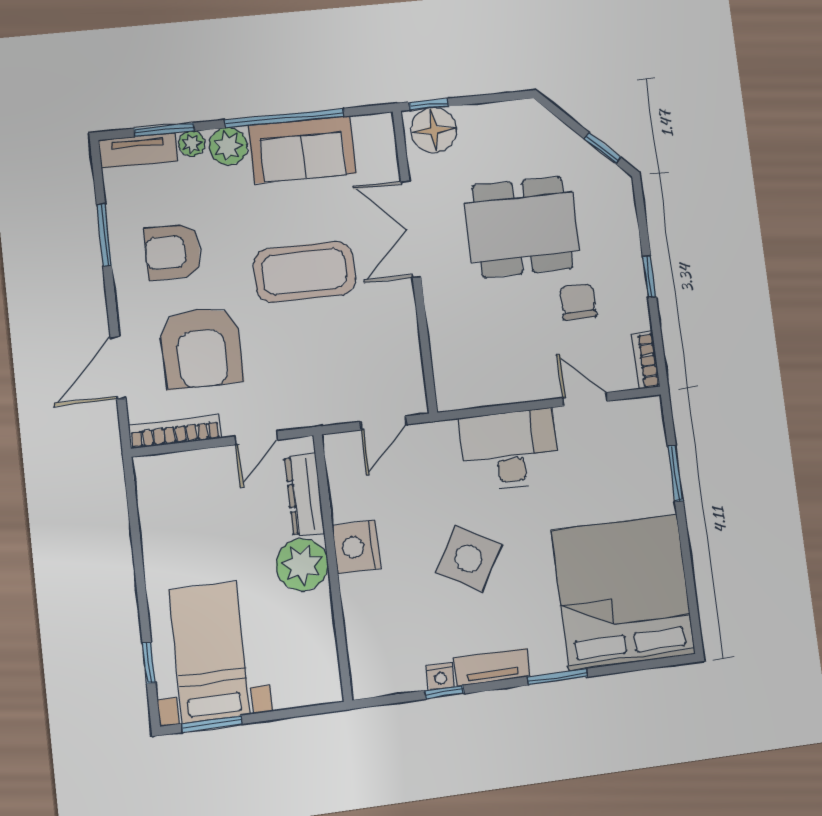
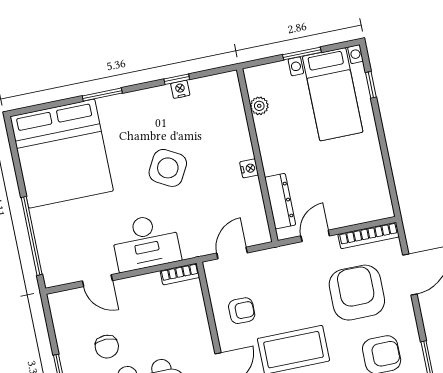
armchair: (376, 336) -> (242, 311), added
bookcase: (646, 361) -> (180, 274), moved, turned 90
window: (675, 473) -> (32, 236), width x2.11
nightstand: (356, 547) -> (249, 168), width x0.53, depth x0.56
plant: (302, 565) -> (259, 106), moved, width x0.53, depth x0.53
tv unit: (492, 667) -> (146, 98), removed
window: (212, 724) -> (302, 54), moved

